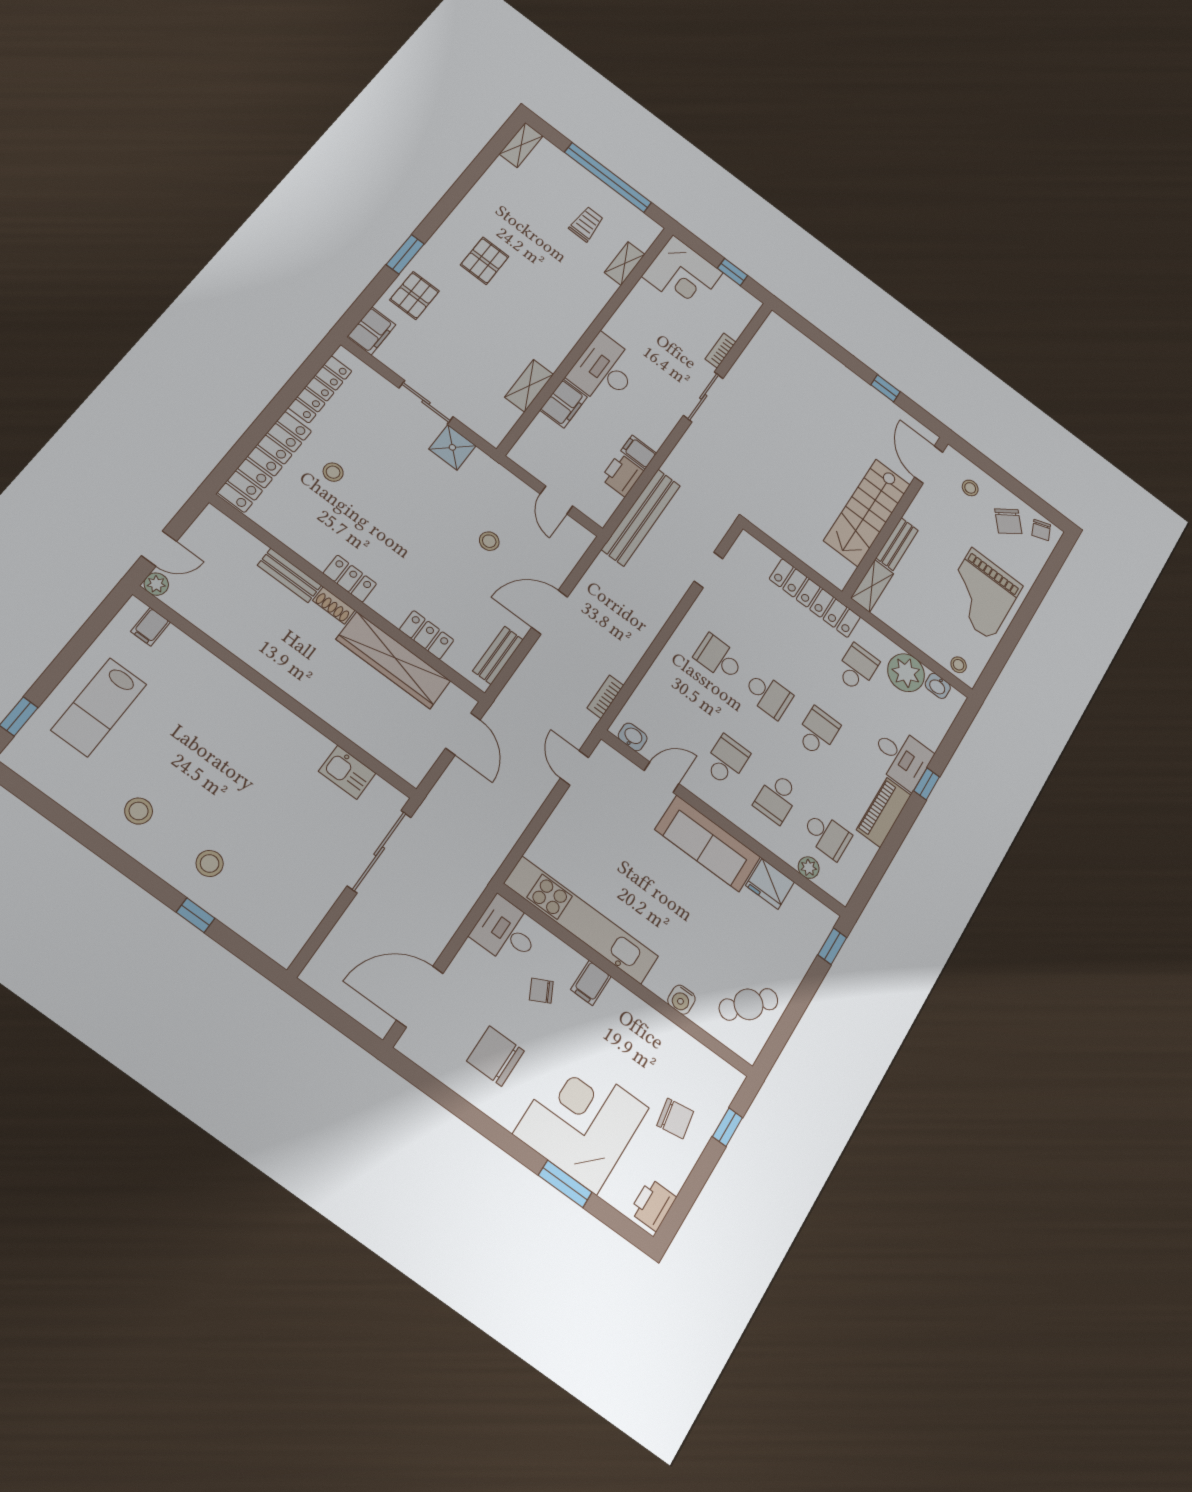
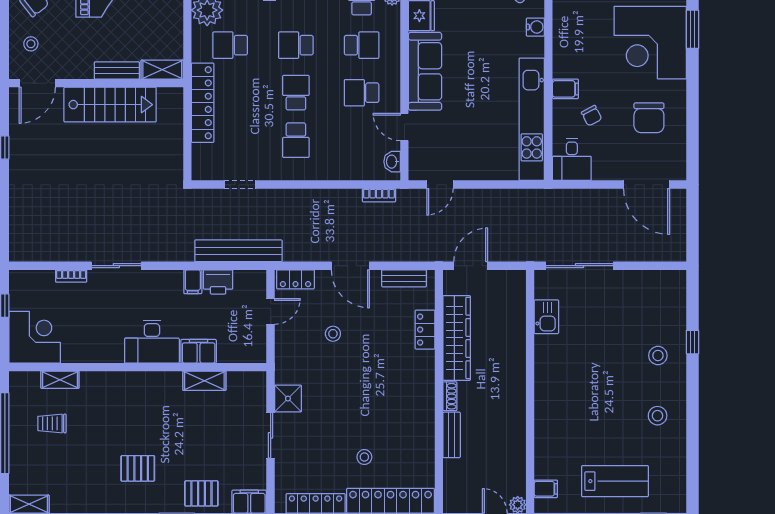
locker: (350, 579) -> (295, 279), moved, turned -90

